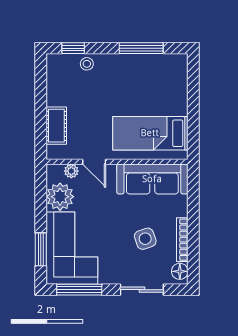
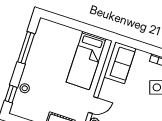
sofa: (152, 179) -> (120, 63), width x0.73

